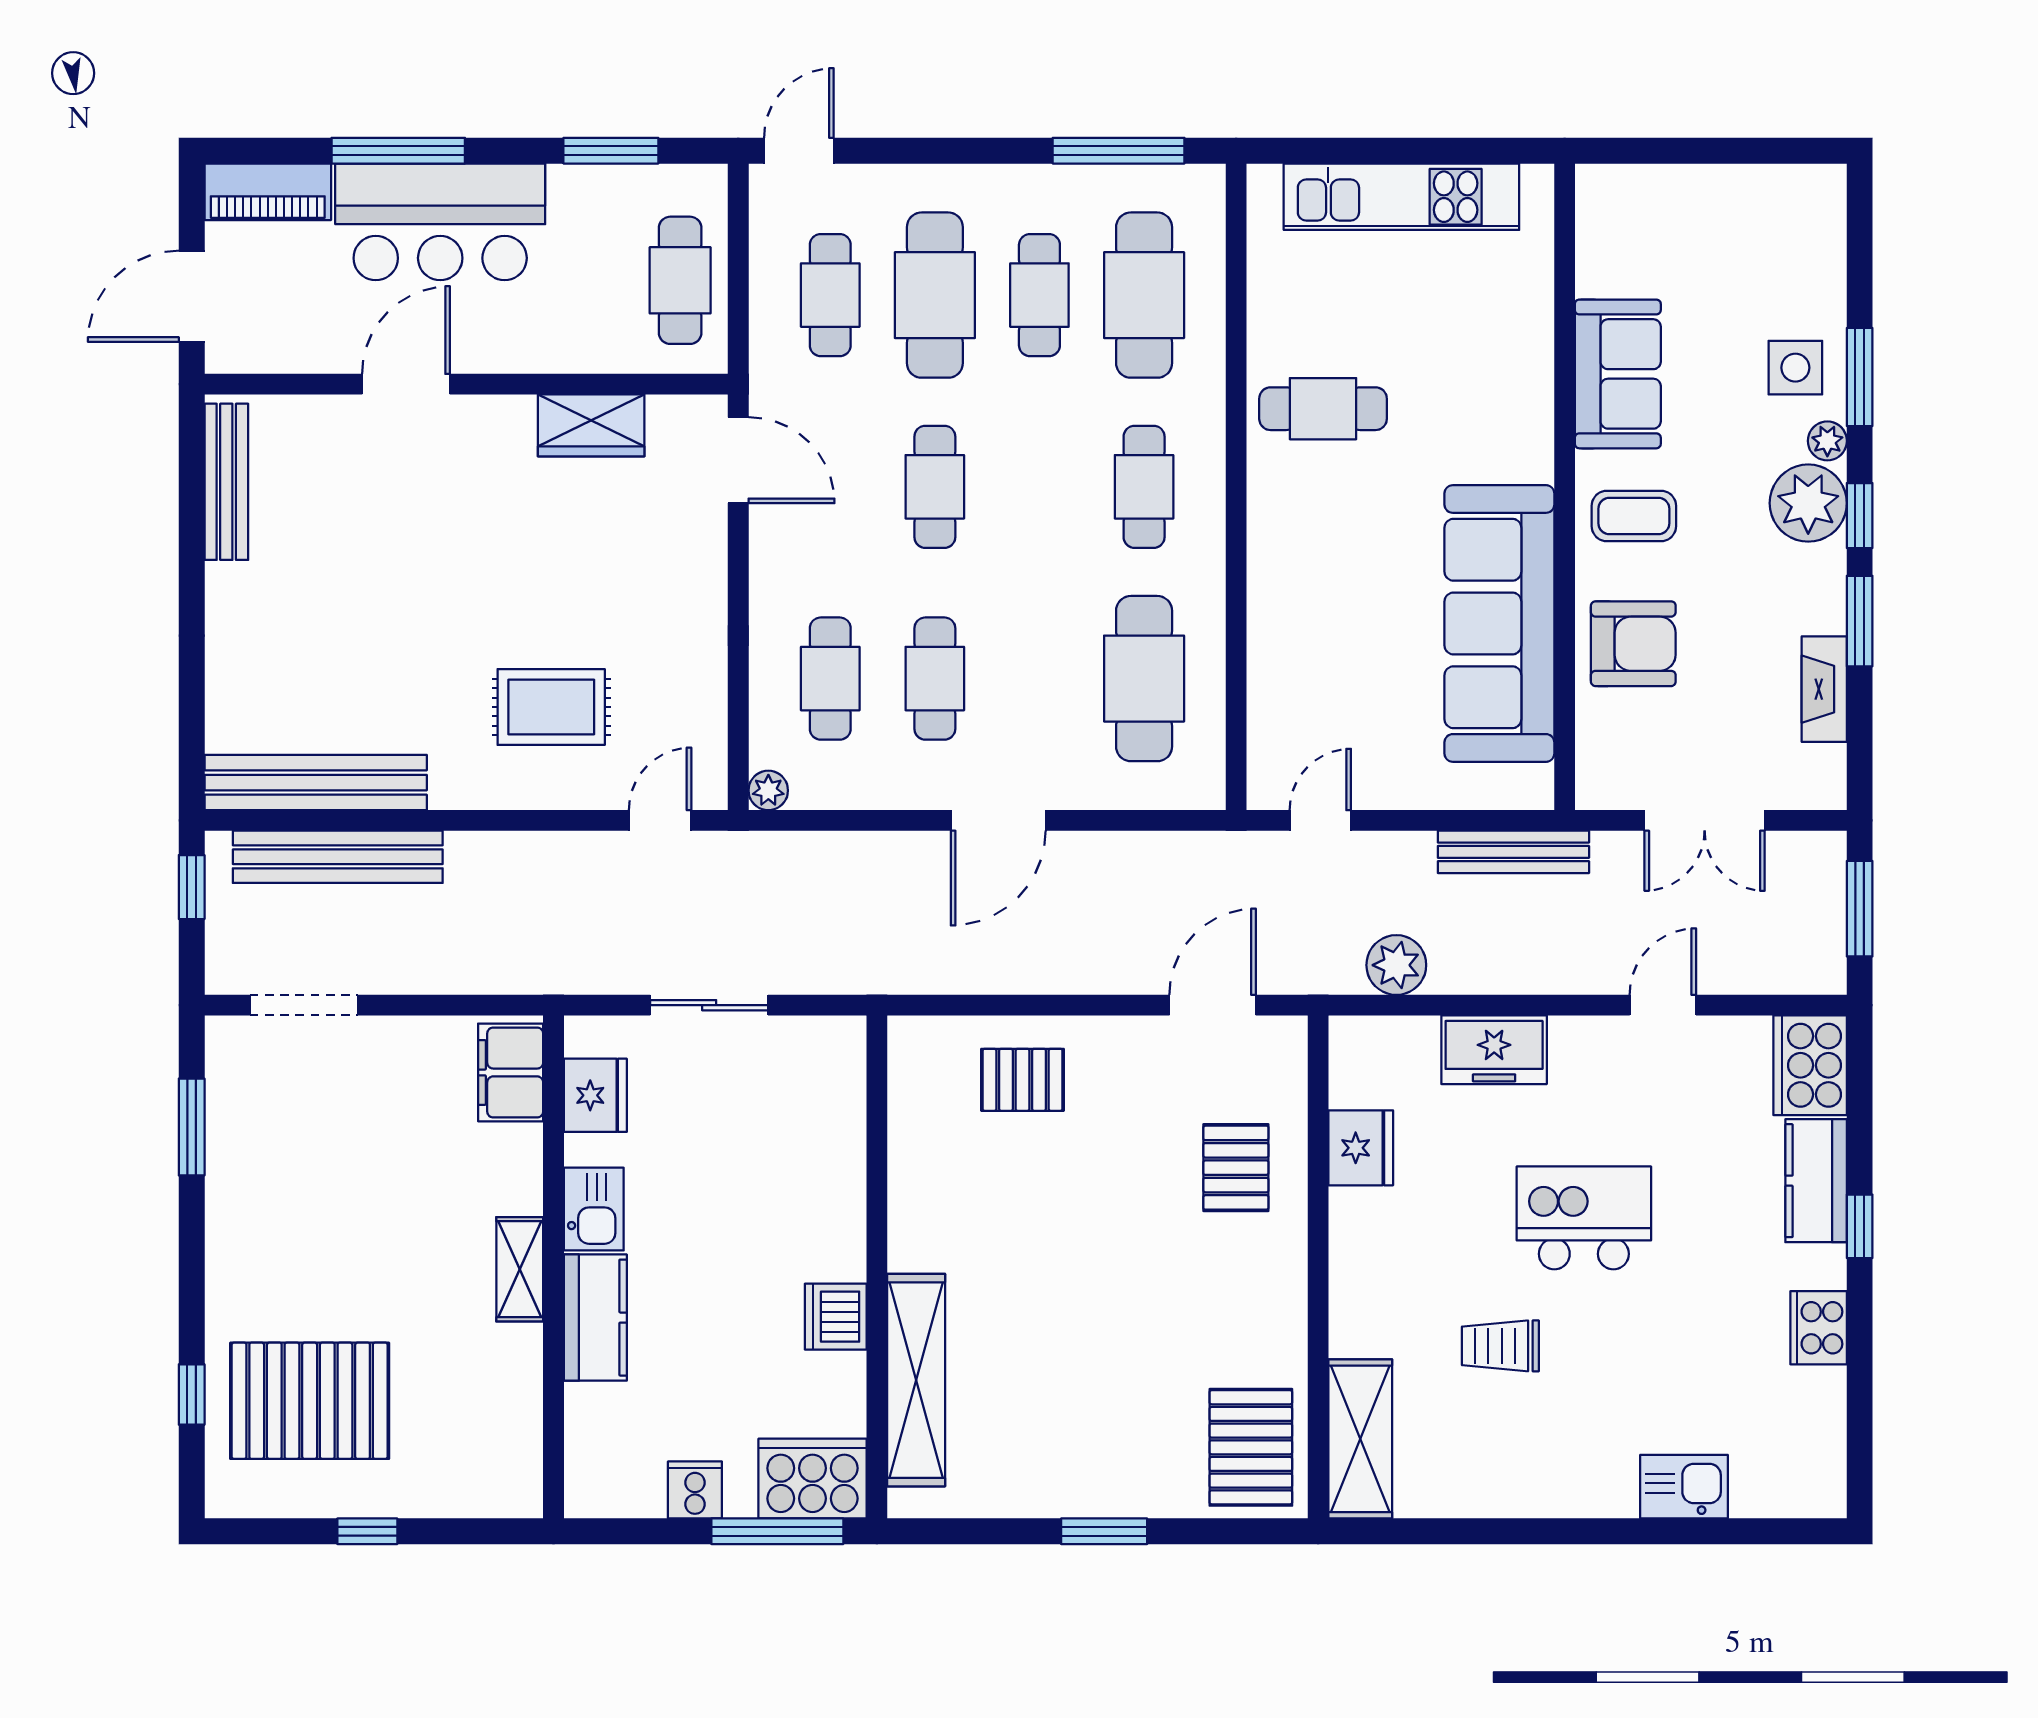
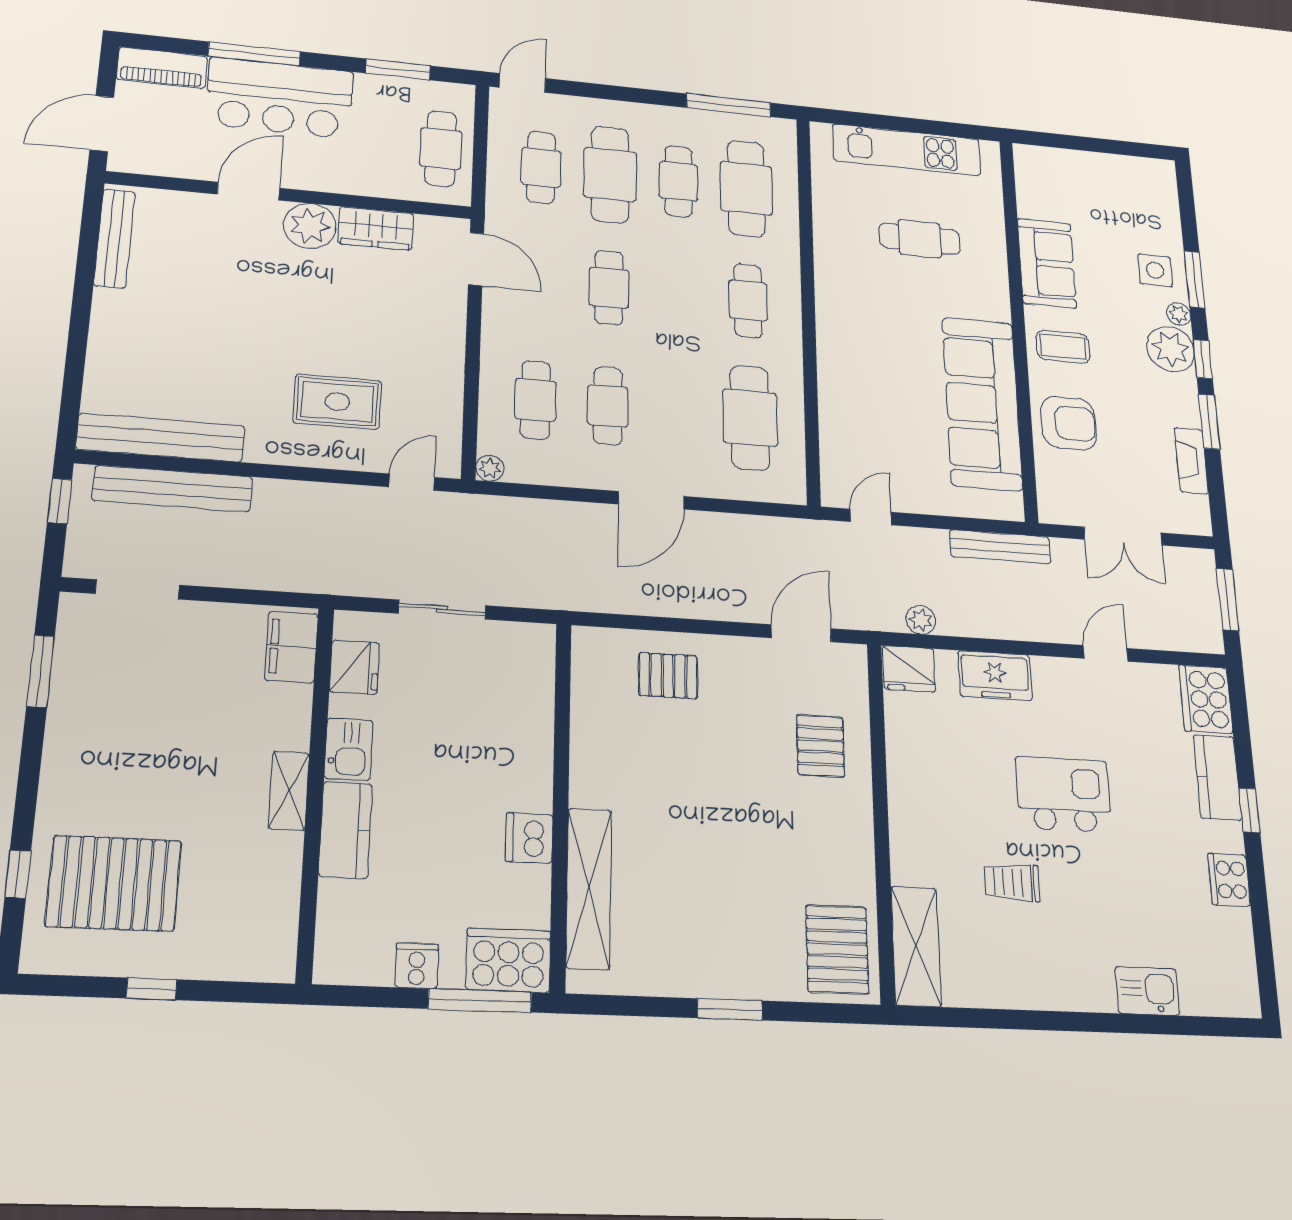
cafe table: (1323, 409) -> (920, 239), moved
plant: (497, 432) -> (310, 226), added
plant: (1396, 965) -> (921, 620), width x0.73, depth x0.73
fridge: (1361, 1148) -> (909, 669), moved, turned 90

